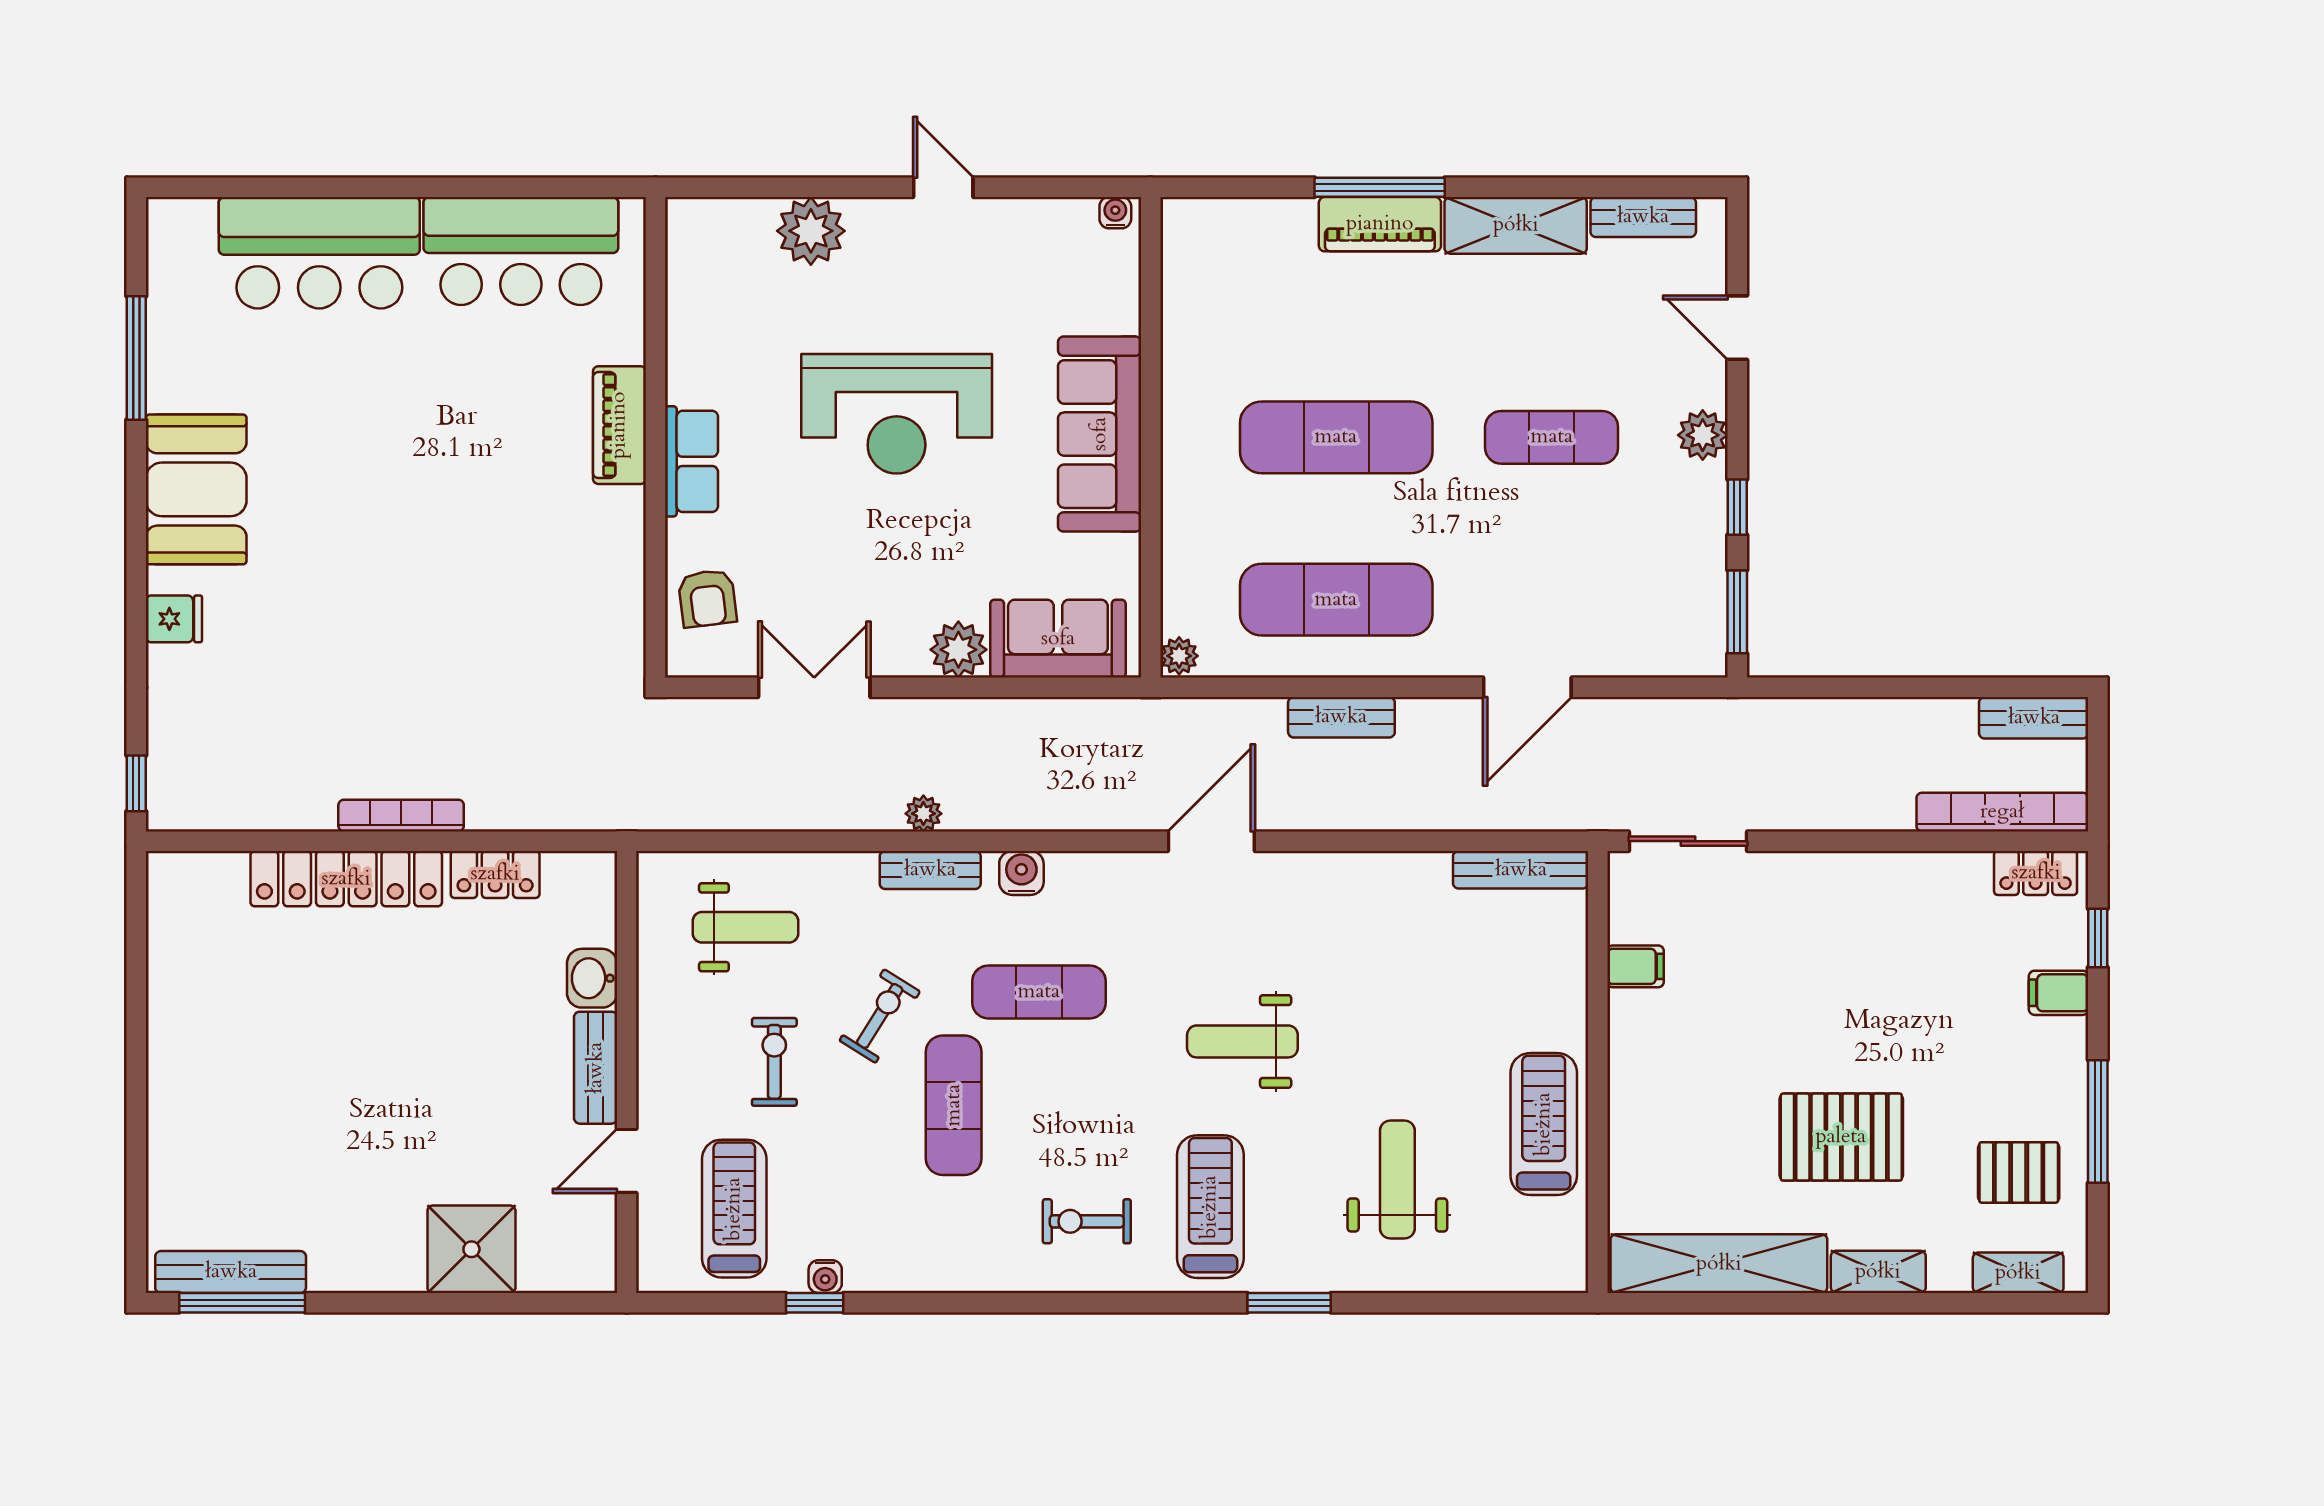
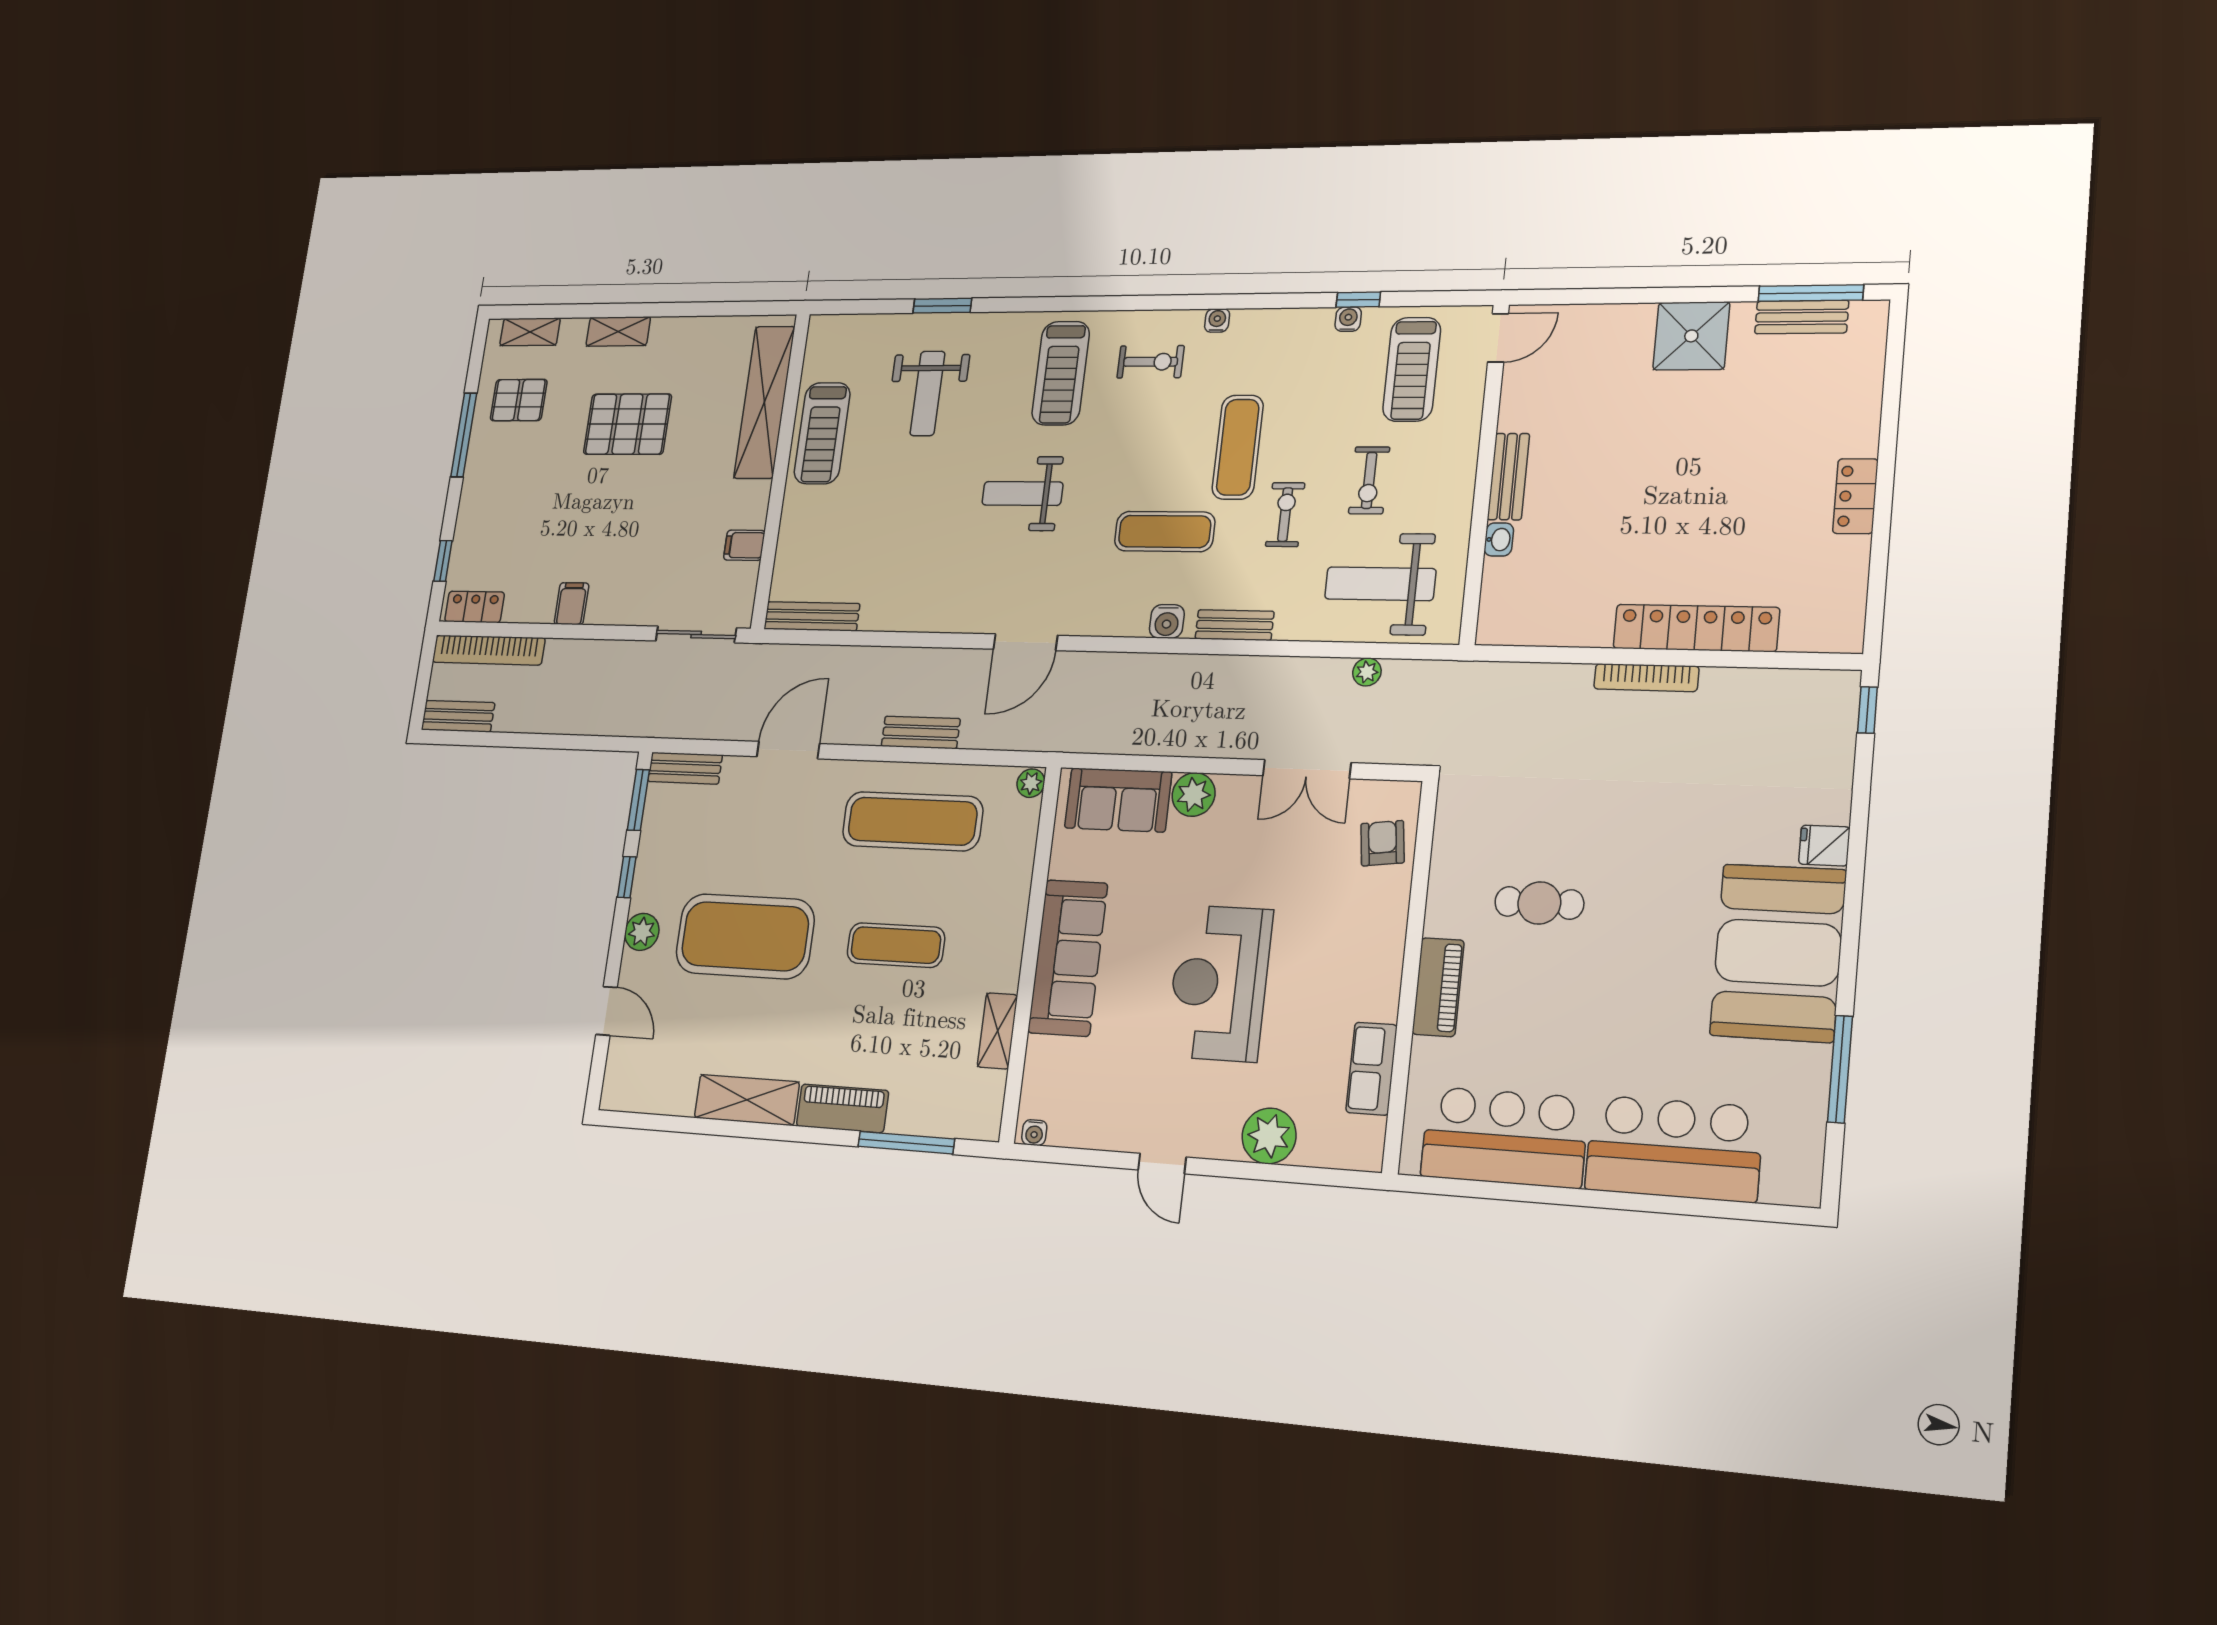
window: (1380, 187) -> (906, 1143), moved
bench: (1643, 217) -> (685, 768), moved
shelving: (1182, 336) -> (998, 1031), added
reception desk: (897, 414) -> (1219, 983), turned -90
exercise mat: (1336, 437) -> (896, 945), width x0.73, depth x0.69
exercise mat: (1552, 437) -> (745, 936), width x2.00, depth x1.45
row of seats: (691, 461) -> (1372, 1069), moved
booth: (196, 489) -> (1778, 953), width x1.36, depth x1.42
cafe table: (506, 534) -> (1539, 903), added
plant: (923, 814) -> (1367, 672), moved
locker: (495, 874) -> (1855, 496), moved, turned -90
weight bench: (746, 927) -> (1380, 584), width x1.36, depth x1.33
washbasin: (592, 978) -> (1499, 540), width x0.72, depth x0.69
filing cabinet: (2059, 993) -> (572, 604), moved, turned -90
exercise bike: (880, 1016) -> (1285, 515), turned 148
weight bench: (1242, 1041) -> (1022, 493), turned 180
door: (627, 1161) -> (1498, 338), moved
shower: (471, 1249) -> (1691, 336), moved
shelving: (1719, 1264) -> (764, 402), moved, turned 90
bench: (231, 1272) -> (1802, 317), width x0.73
water cooler: (1002, 1277) -> (1217, 320), added
window: (1289, 1303) -> (942, 306), moved

